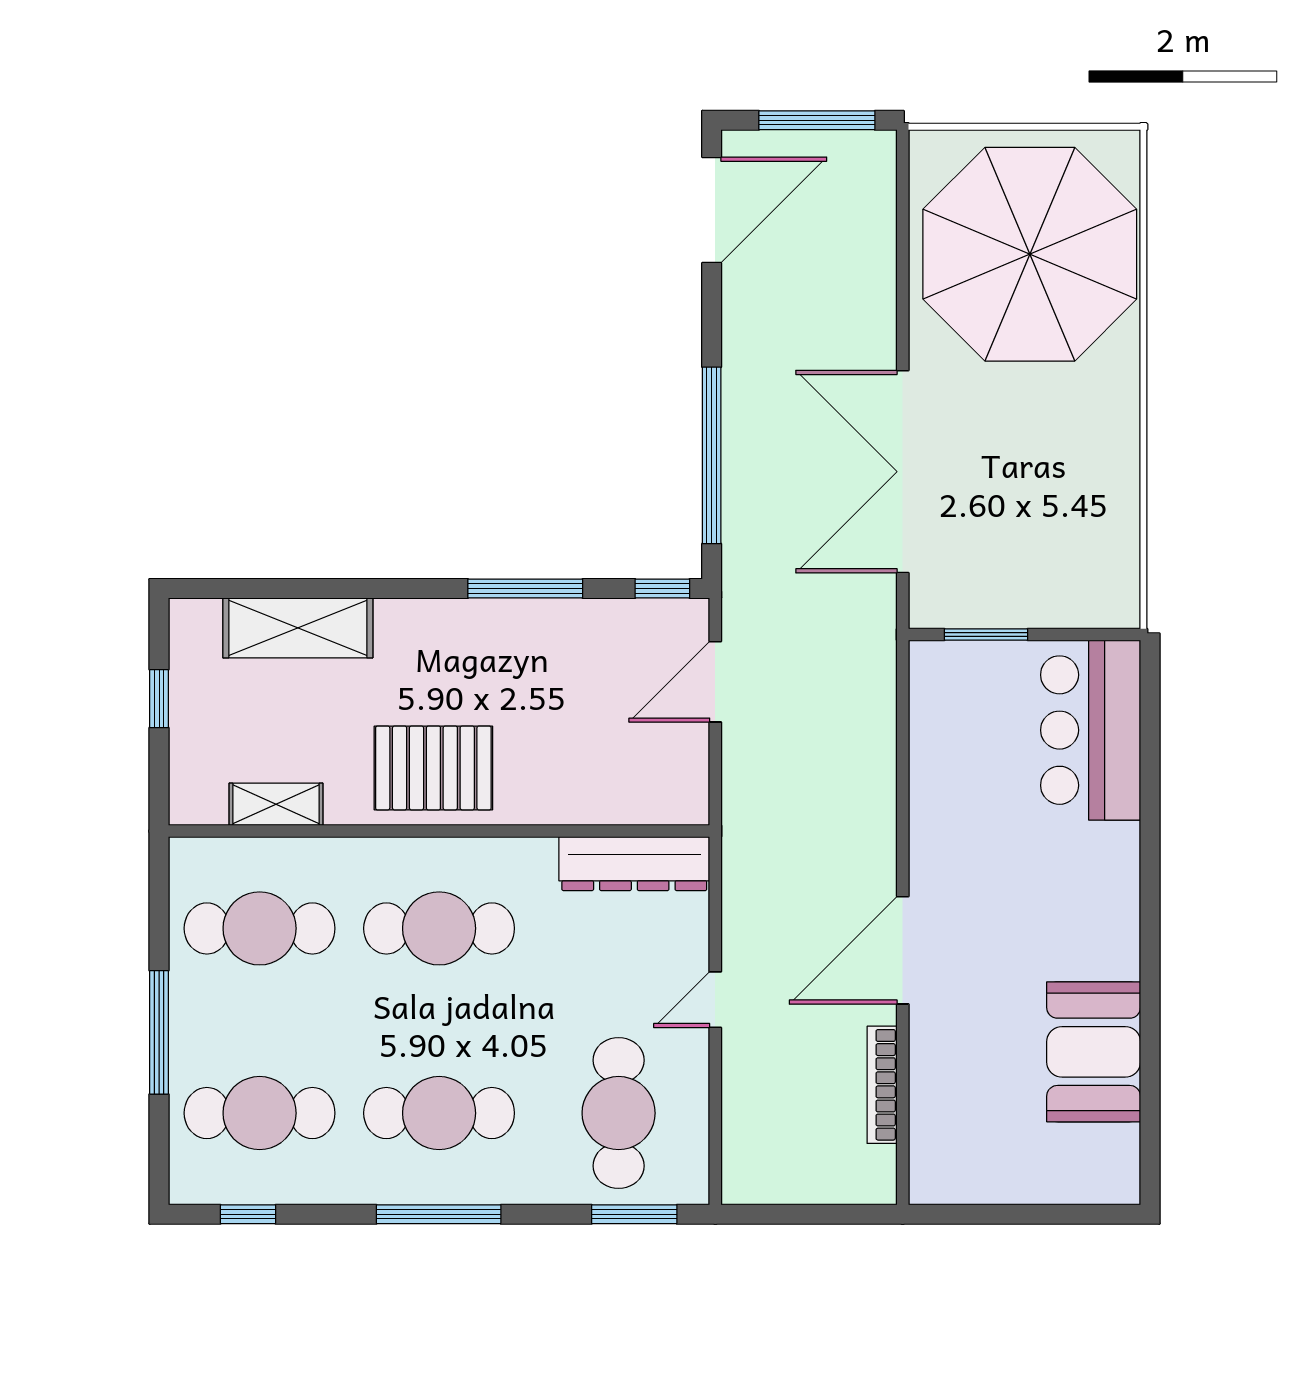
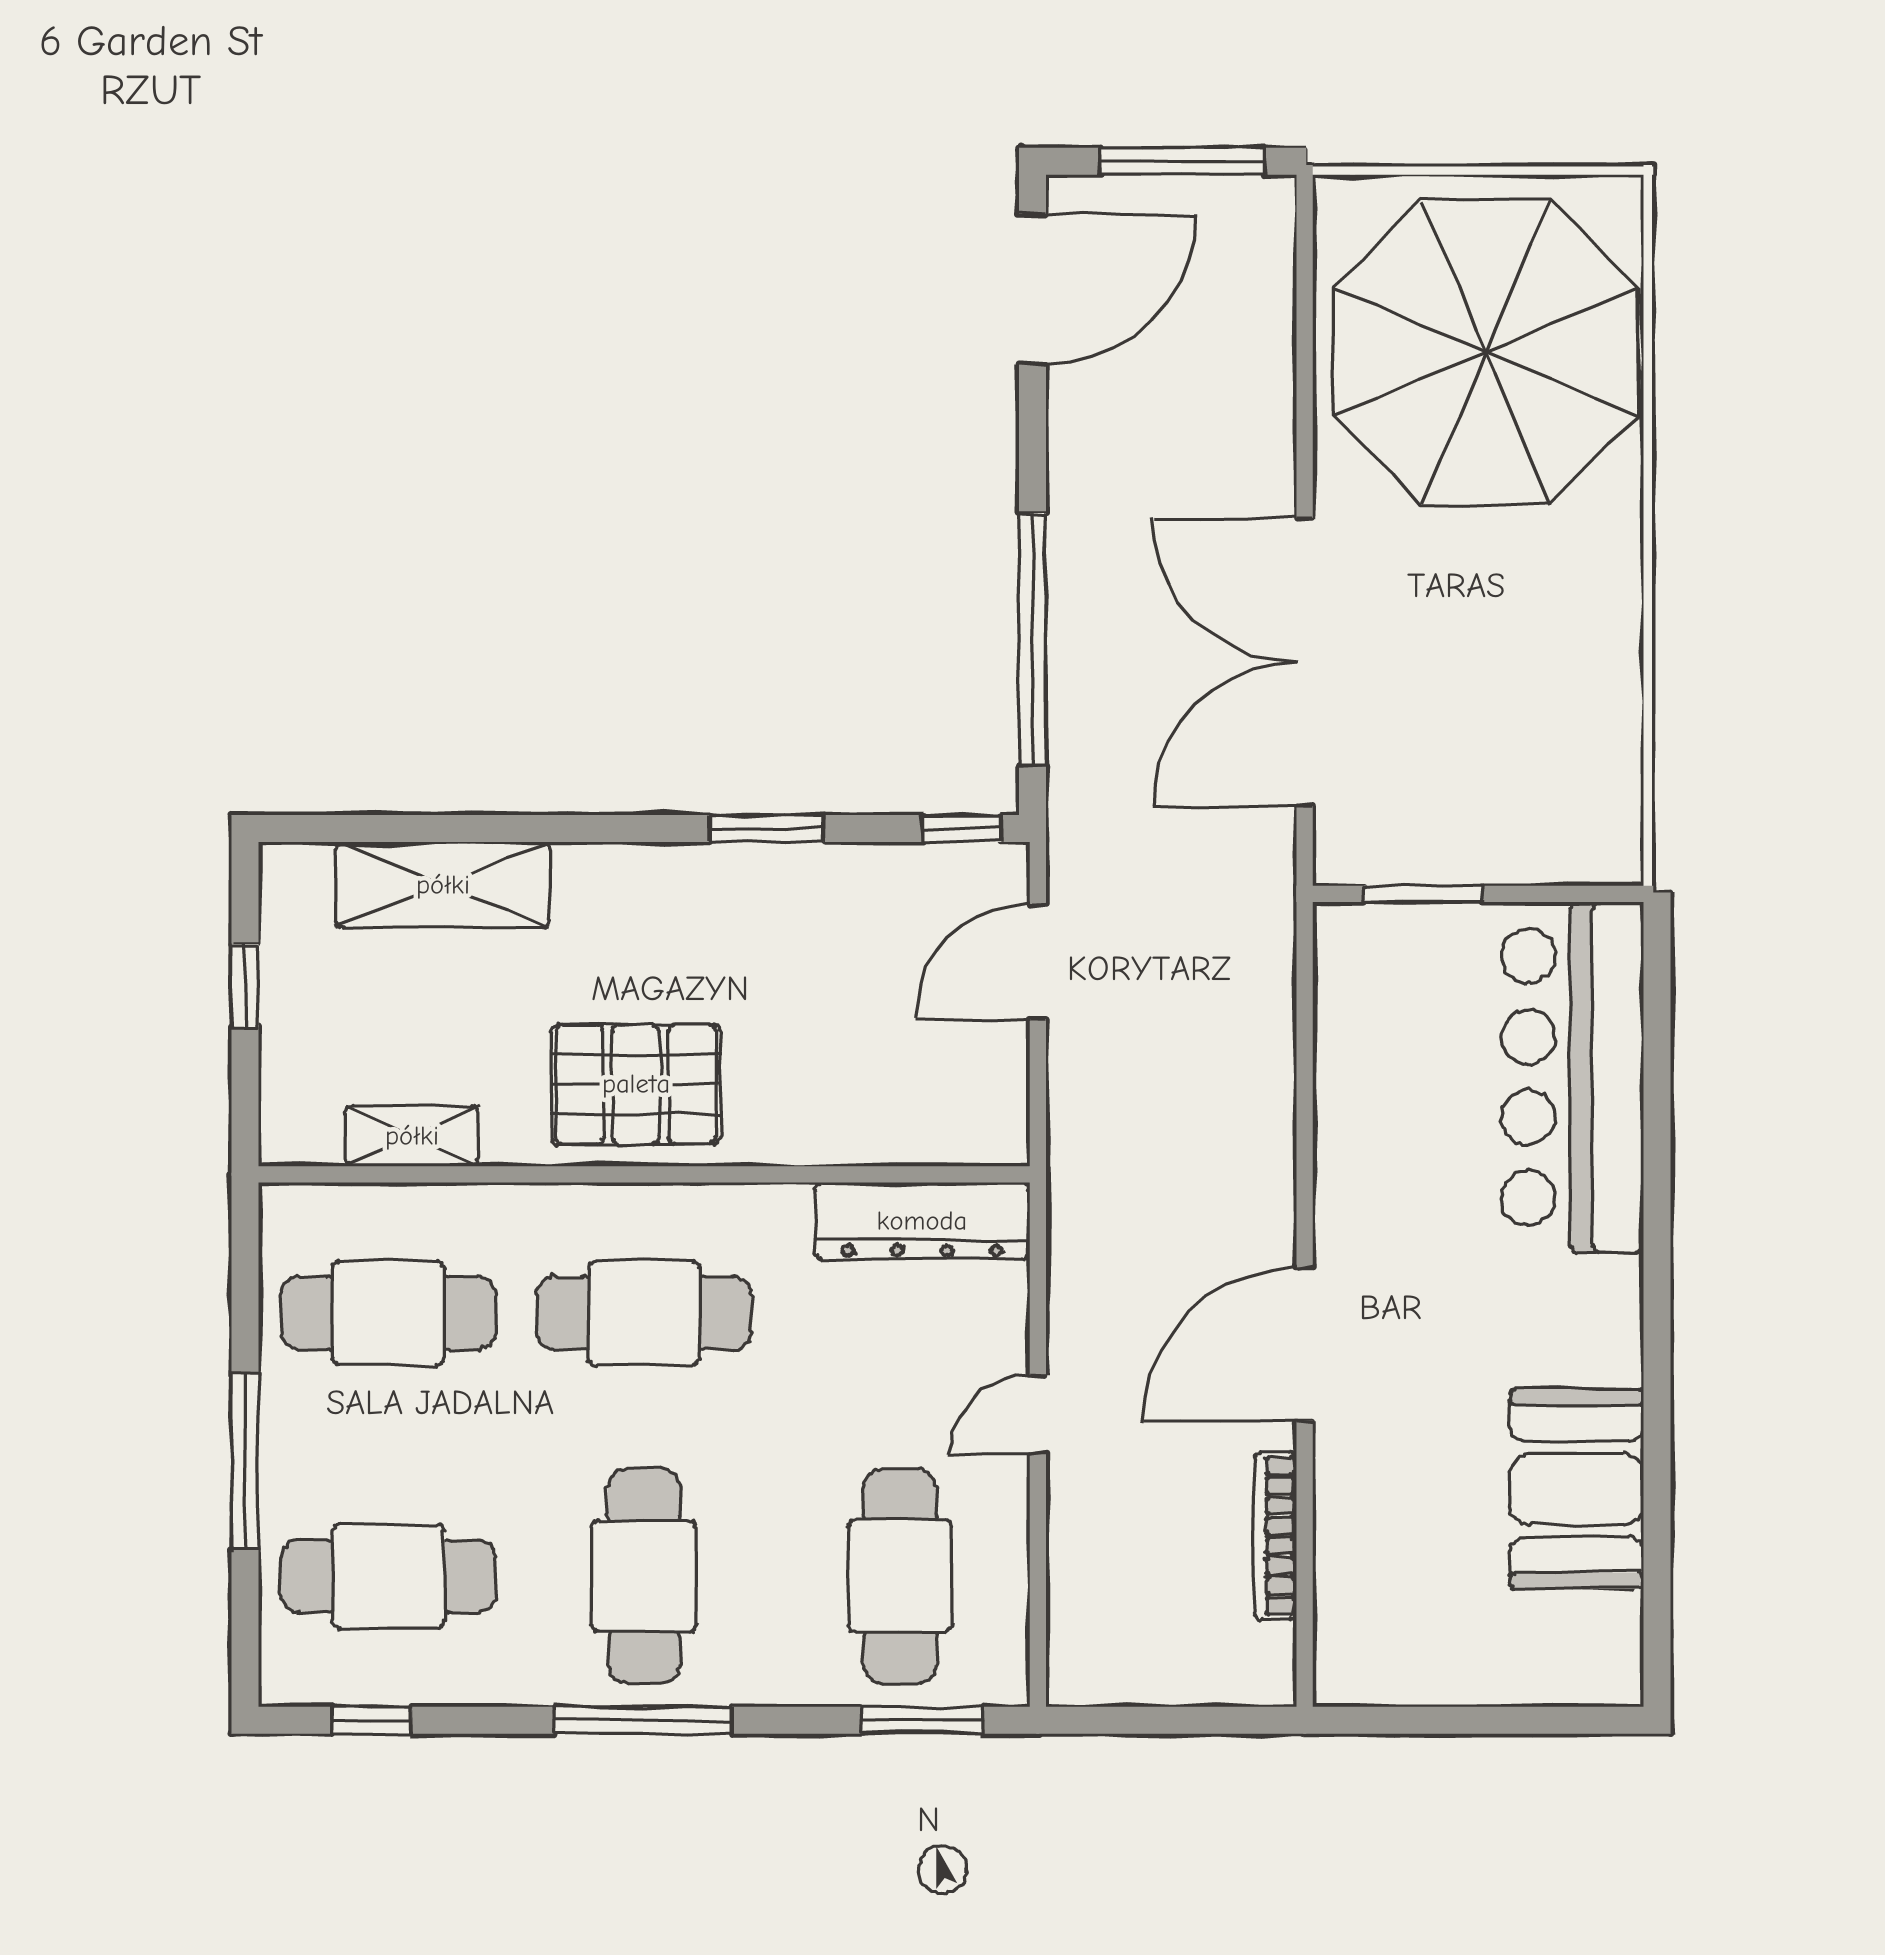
window: (525, 588) -> (767, 829), width x0.69
bar counter: (1091, 730) -> (1572, 1077), width x1.36
cafe table: (439, 1113) -> (644, 1576), turned 90

